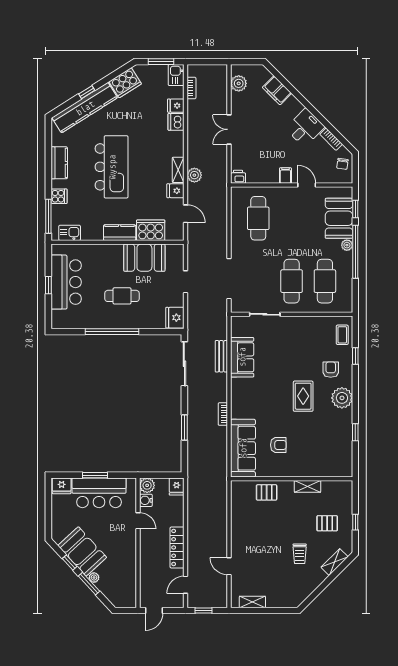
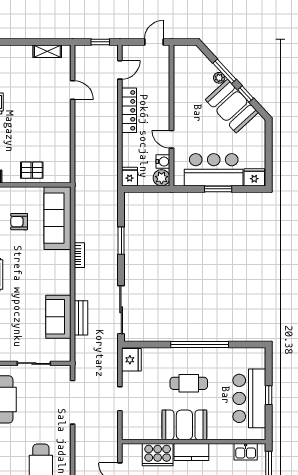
booth: (144, 258) -> (184, 425), moved

